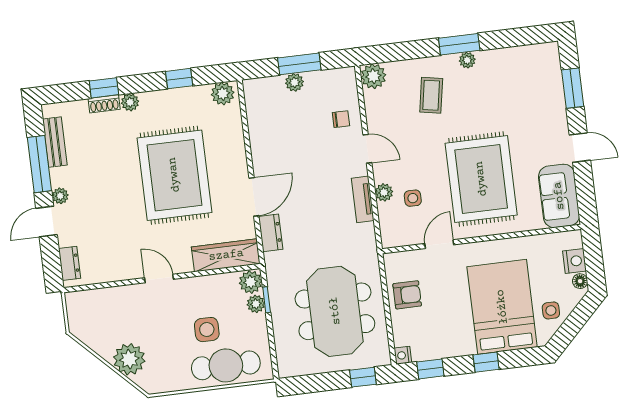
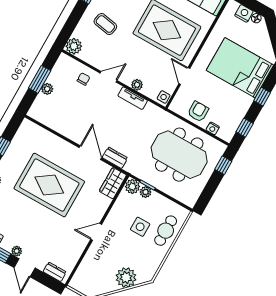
plant: (223, 94) -> (26, 130), removed
side table: (413, 198) -> (164, 97), moved
wardrobe: (226, 255) -> (113, 183), width x0.67
side table: (551, 310) -> (260, 44), removed
nightstand: (403, 355) -> (213, 128), moved
cafe table: (226, 365) -> (166, 231), width x0.73, depth x0.74

